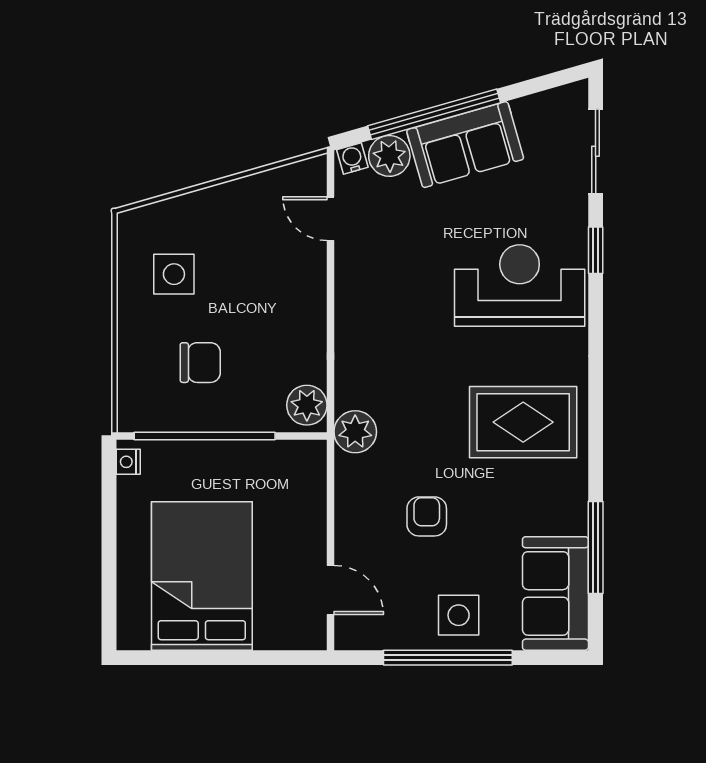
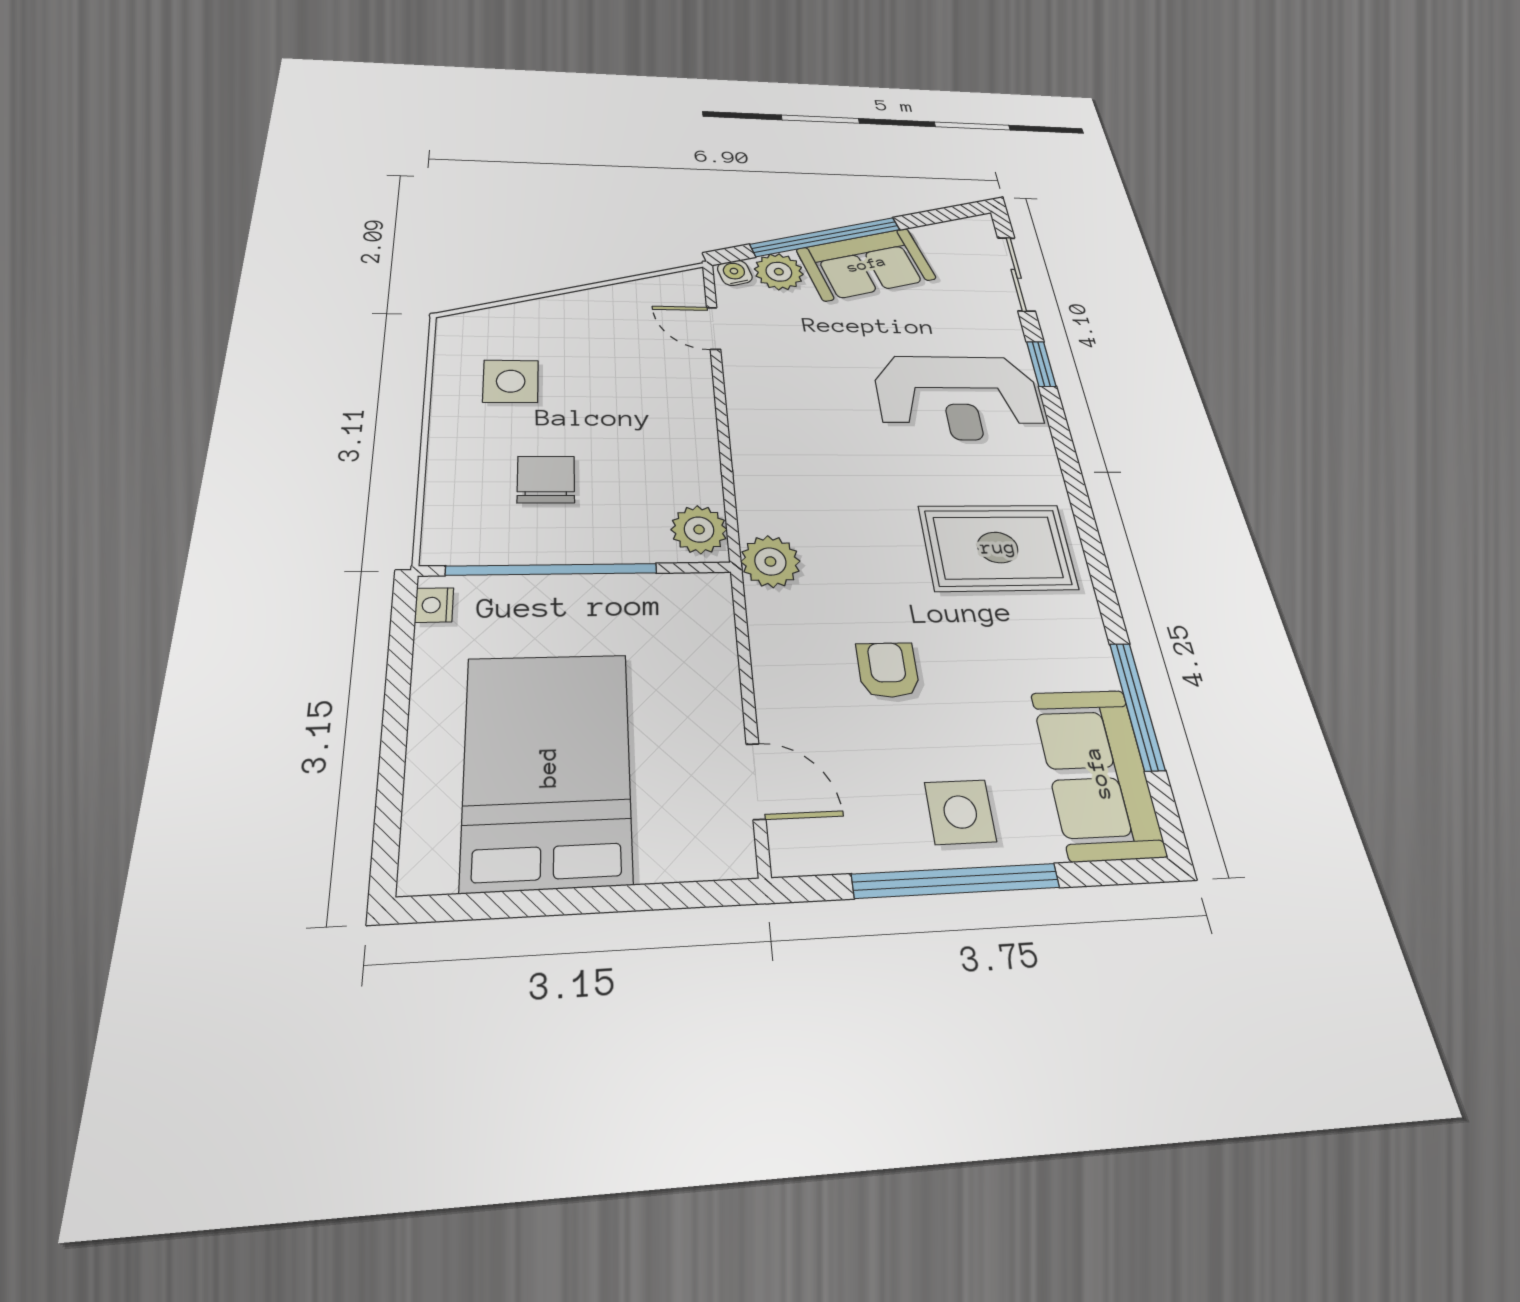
reception desk: (520, 286) -> (959, 398), turned 180
chair: (200, 363) -> (546, 479), turned -90

